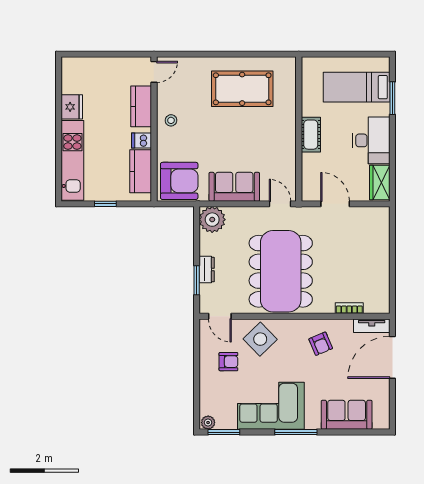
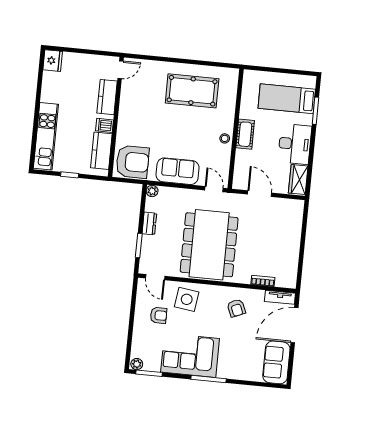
fridge: (72, 107) -> (53, 61), moved
stool: (171, 120) -> (225, 138), moved
plant: (212, 220) -> (152, 191), width x0.53, depth x0.53
dresser: (207, 270) -> (149, 223), moved
side table: (260, 339) -> (187, 299), turned -38
sofa: (347, 415) -> (276, 362), moved, turned -90

